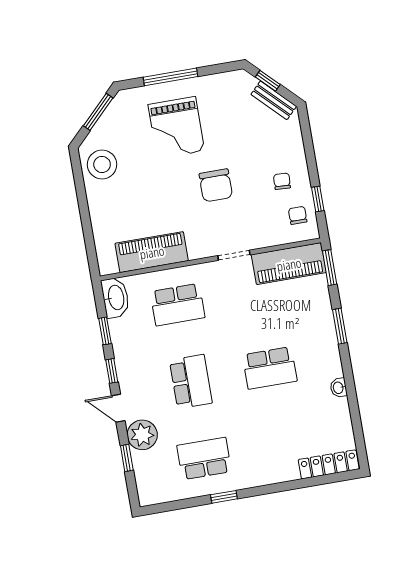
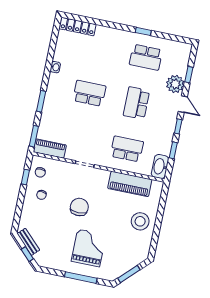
stool: (102, 164) -> (140, 221), moved
piano: (289, 264) -> (50, 148), width x0.73, depth x0.75

